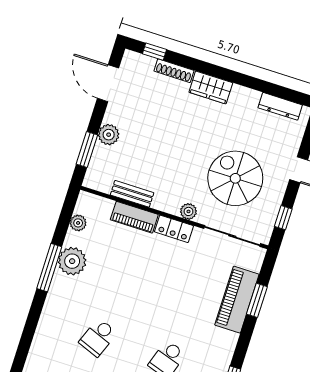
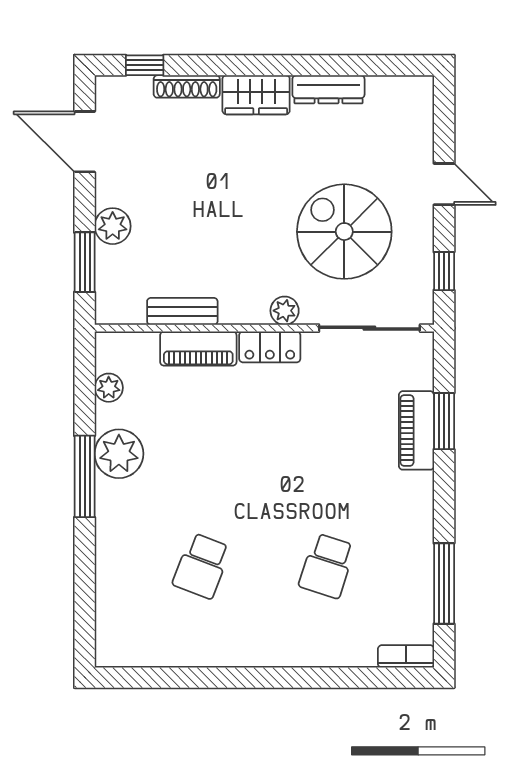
dresser: (280, 106) -> (328, 89), moved
piano: (237, 300) -> (416, 430), width x0.73, depth x0.75

